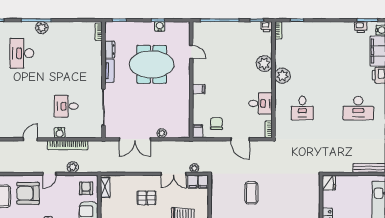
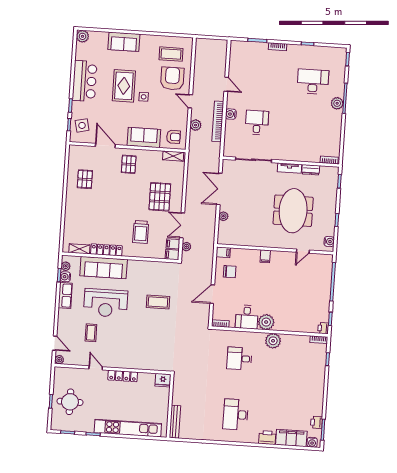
water cooler: (160, 26) -> (329, 242), moved
plant: (264, 64) -> (266, 322), moved
pallet: (147, 198) -> (160, 197), width x1.50, depth x1.42

